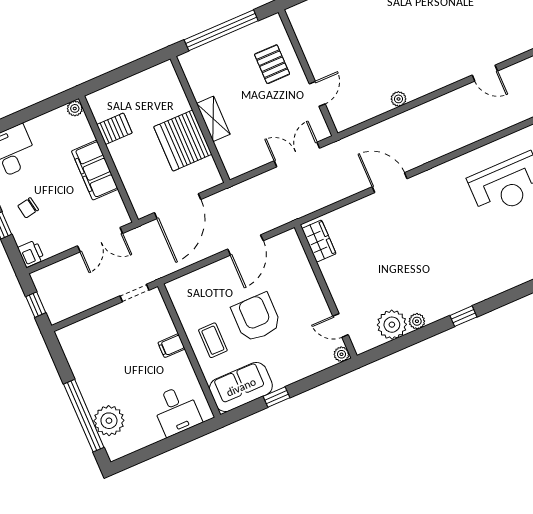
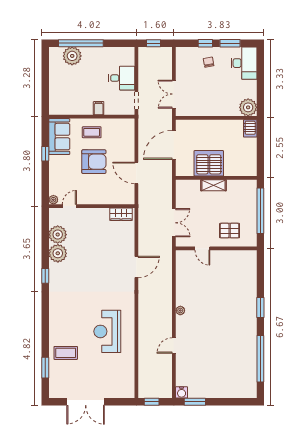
plant: (399, 99) -> (180, 310), moved
plant: (75, 108) -> (248, 107), width x1.88, depth x1.88
server rack: (114, 129) -> (250, 128), moved
filing cabinet: (95, 170) -> (213, 108), removed
door: (178, 206) -> (174, 145), hinge flipped
printer: (31, 254) -> (183, 53), removed
plant: (417, 321) -> (58, 253), width x1.88, depth x1.88
desk: (176, 411) -> (122, 78), moved, turned 180

